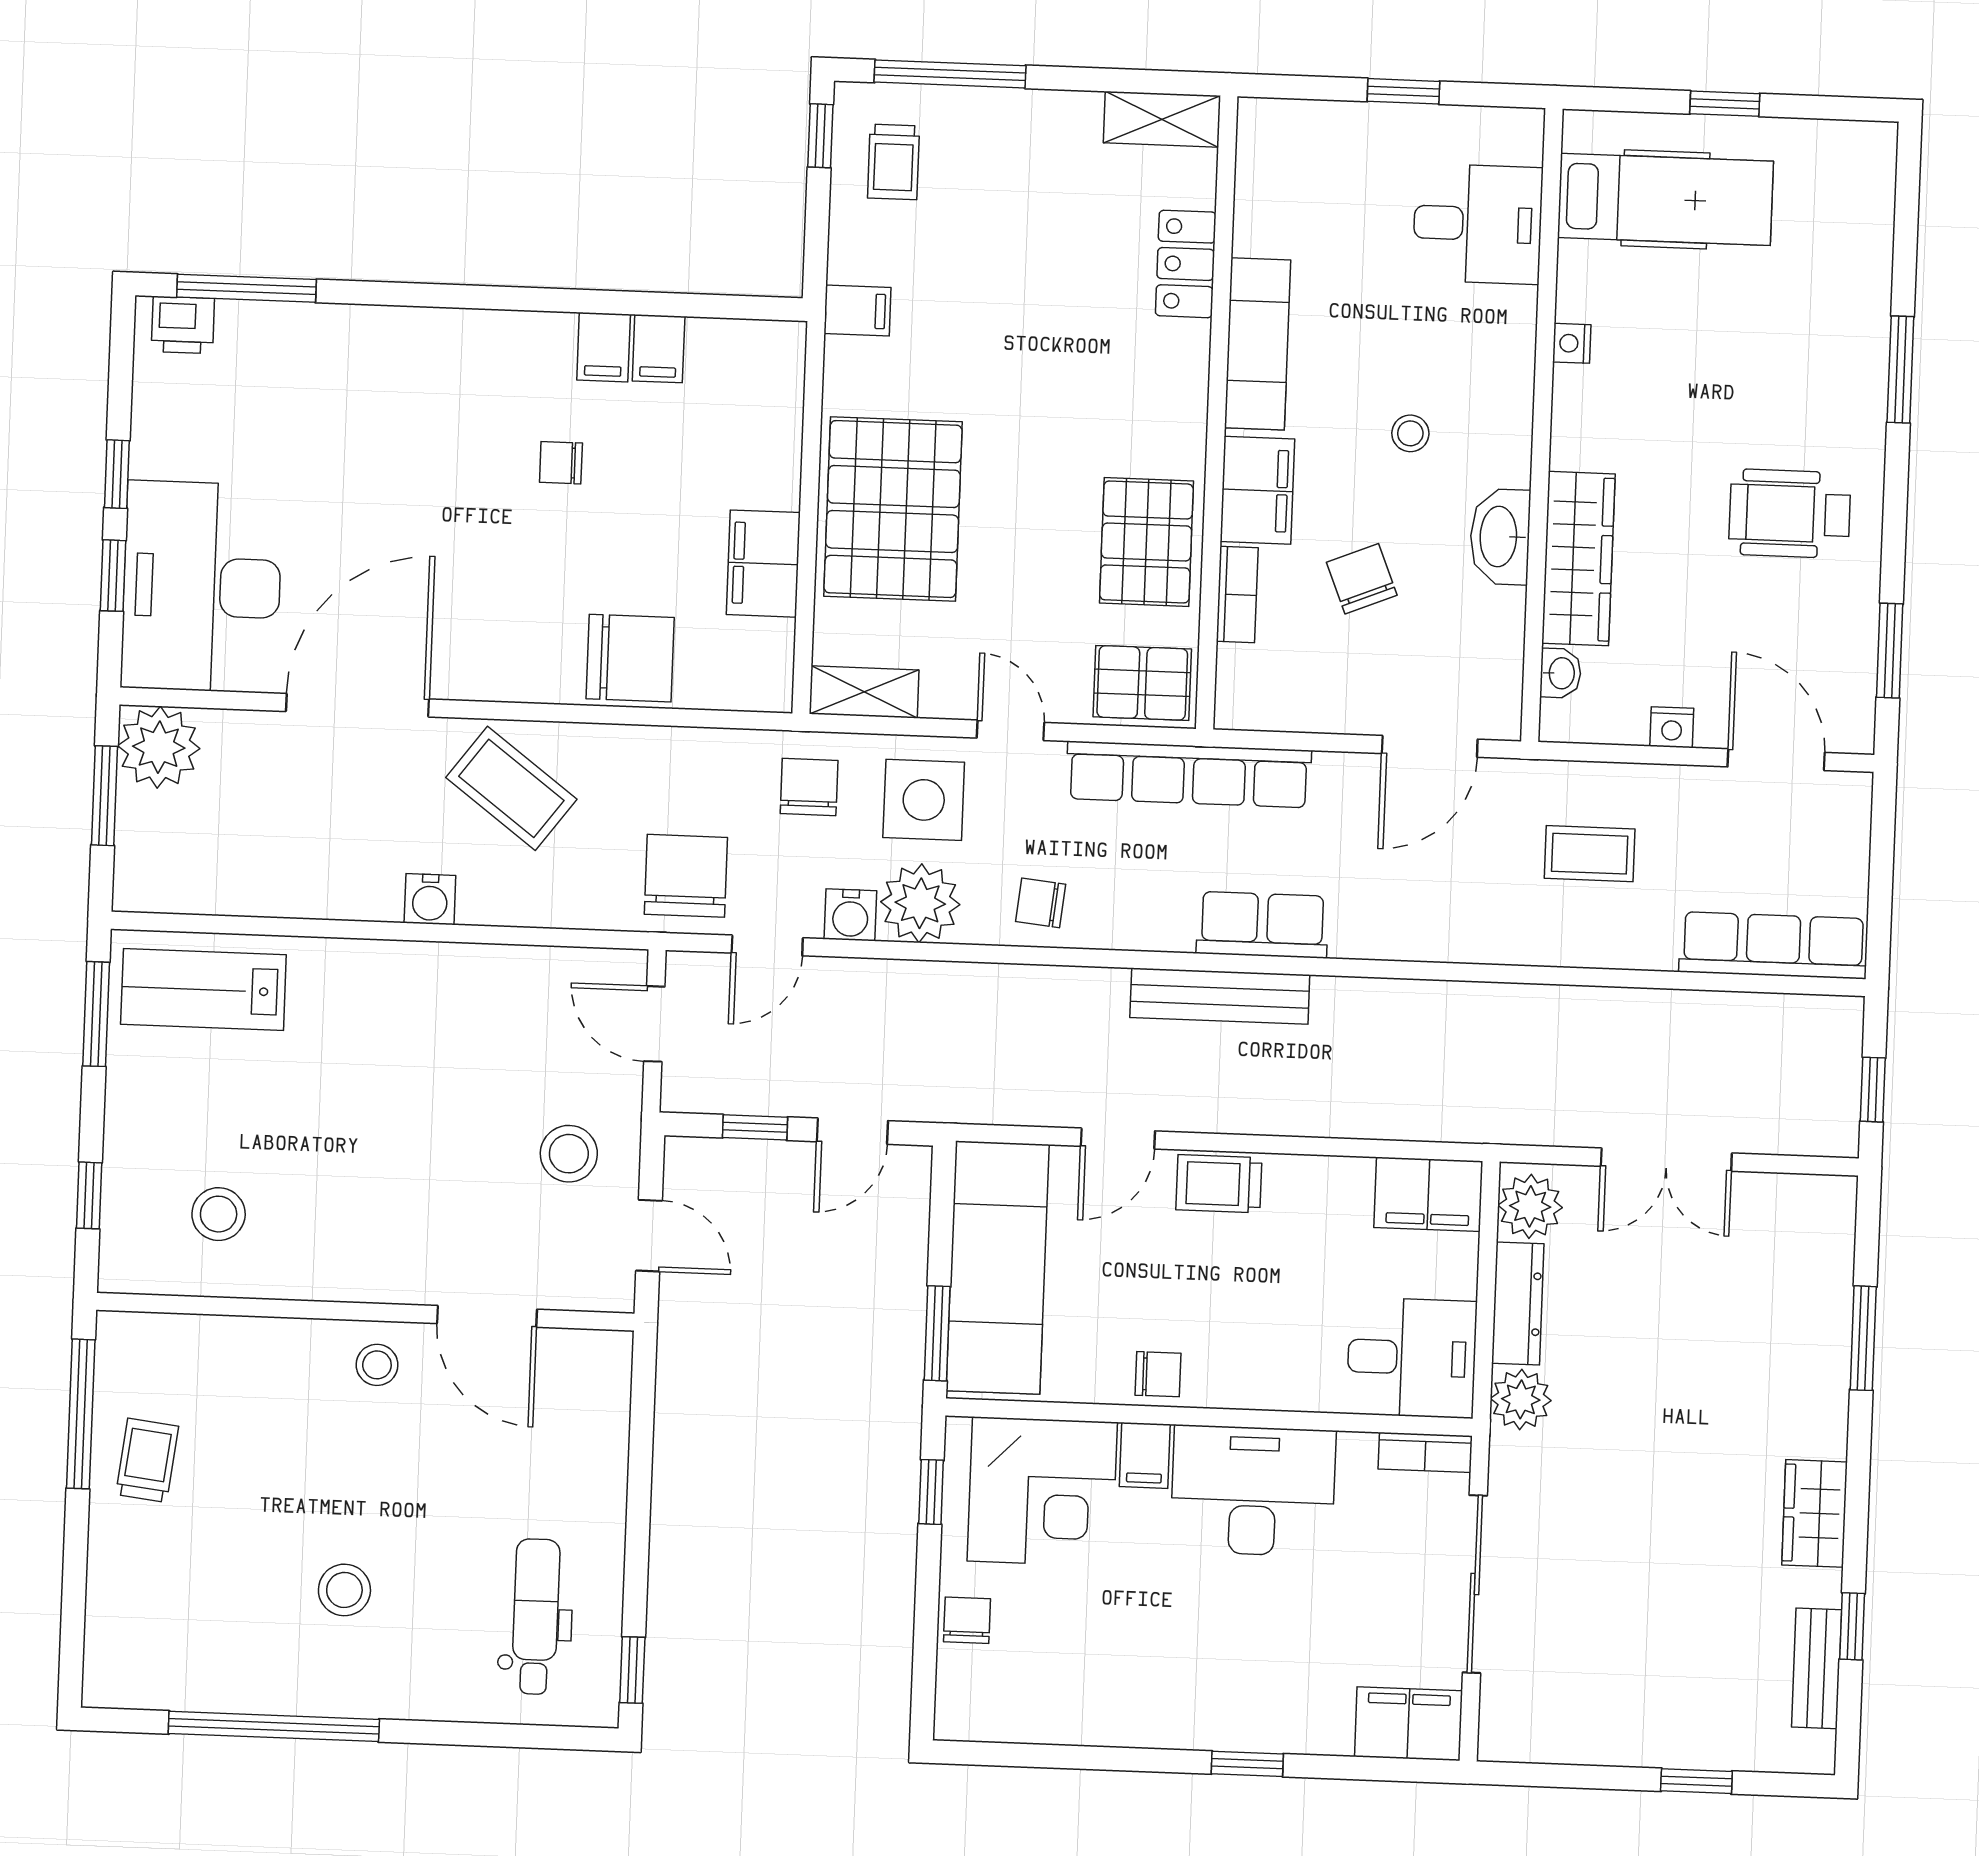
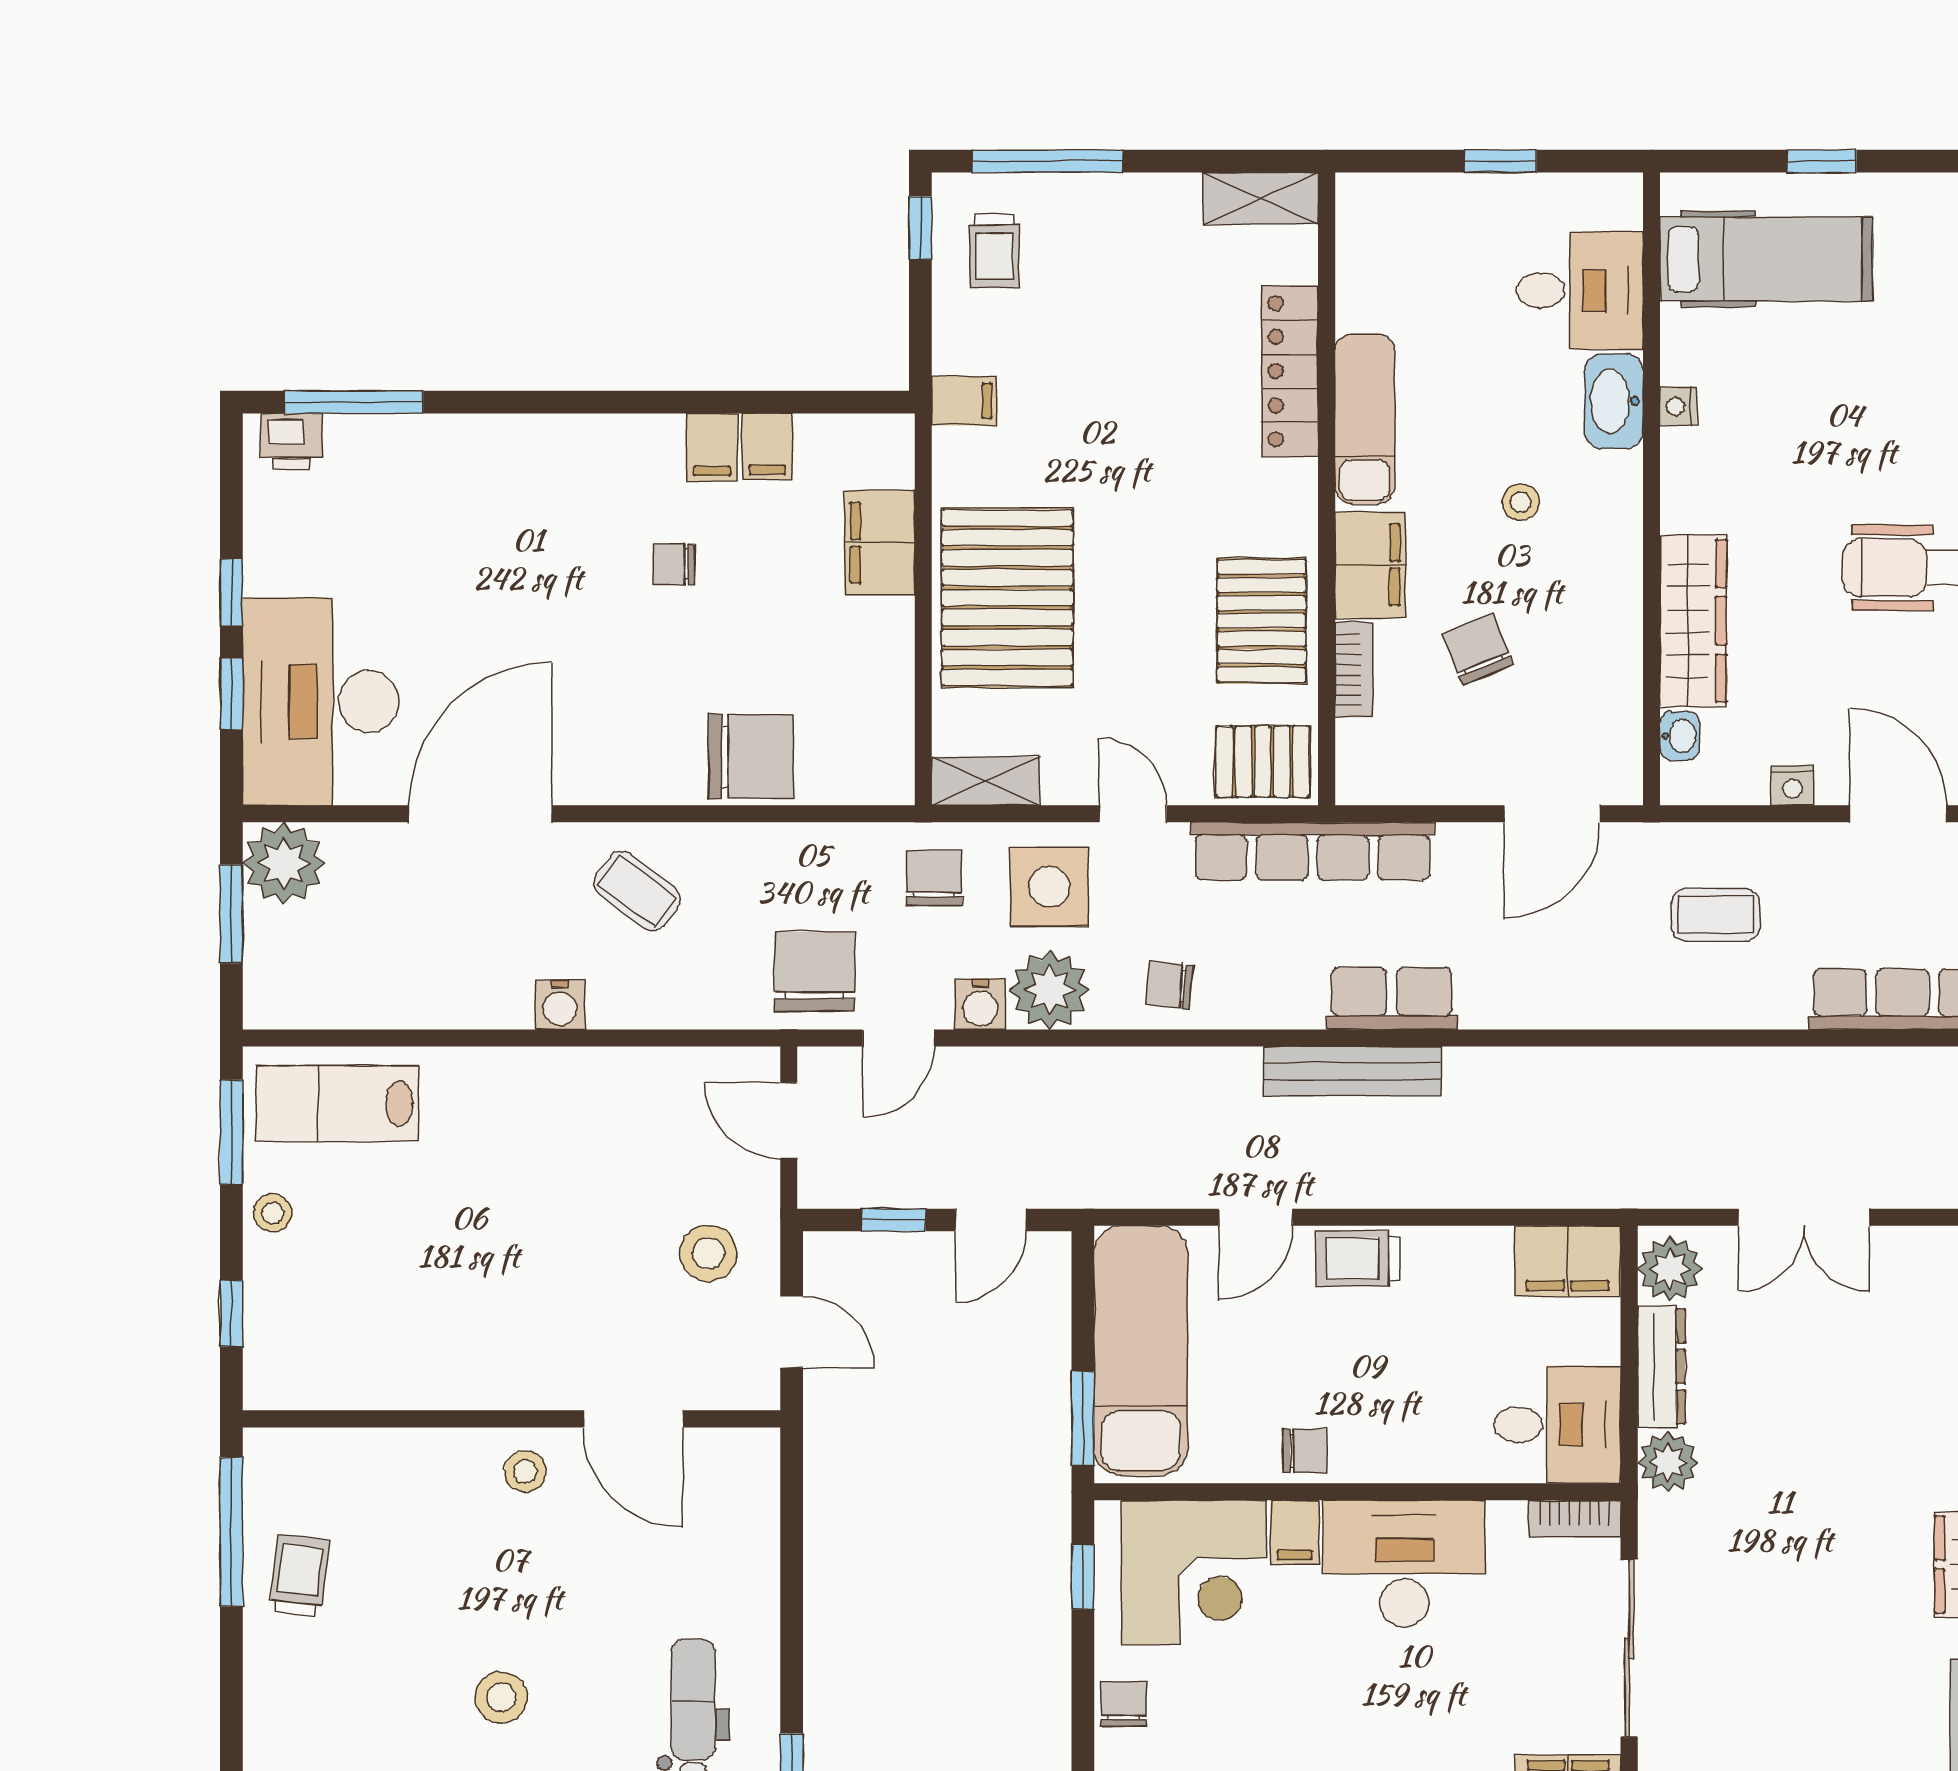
locker: (1186, 264) -> (1290, 371), width x1.53
washbasin: (1500, 537) -> (1614, 401), moved
filing cabinet: (763, 564) -> (880, 543), moved
coffee table: (511, 788) -> (637, 891), width x0.73, depth x0.77
stool: (219, 1214) -> (273, 1213), moved, width x0.73, depth x0.73

